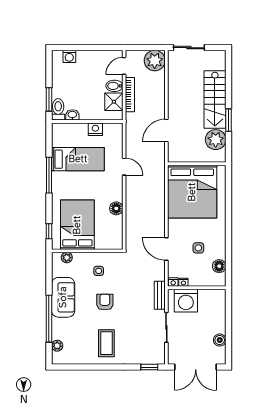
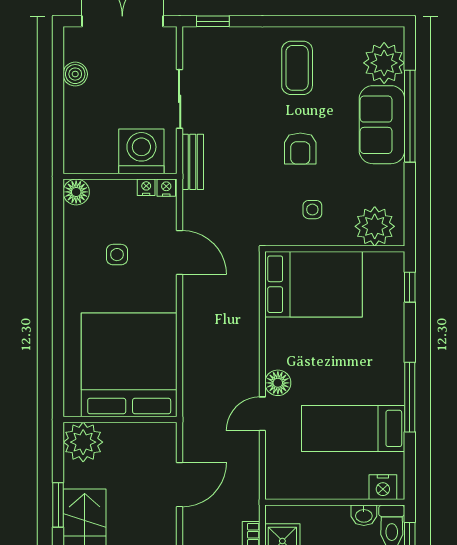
nightstand: (95, 129) -> (383, 487), moved
plant: (216, 140) -> (83, 442), moved
door: (124, 167) -> (262, 414), hinge flipped
floor lamp: (116, 208) -> (278, 383), moved
bed: (77, 225) -> (314, 284), moved, turned -90
plant: (67, 258) -> (375, 226), width x1.88, depth x1.88
floor lamp: (219, 266) -> (76, 192), moved
sofa: (63, 297) -> (382, 125), moved
plant: (57, 346) -> (384, 63), width x1.88, depth x1.88

